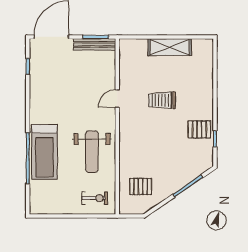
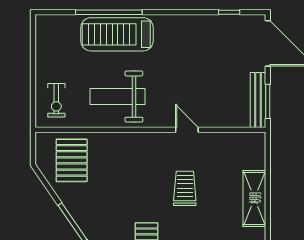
pallet: (141, 186) -> (72, 160), width x1.50, depth x1.42

